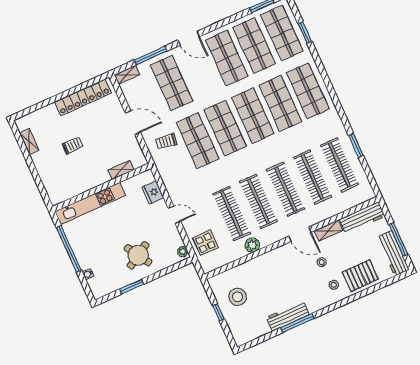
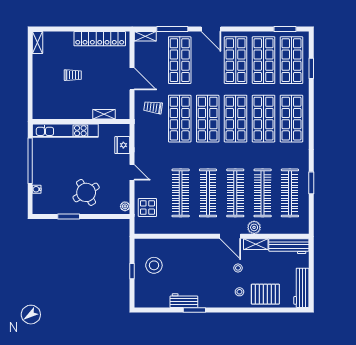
shelving: (29, 142) -> (38, 43), moved
window: (398, 240) -> (311, 278), removed
plant: (252, 245) -> (254, 227), moved
workbench: (288, 316) -> (184, 301), width x0.73
window: (297, 323) -> (194, 310), width x0.69

